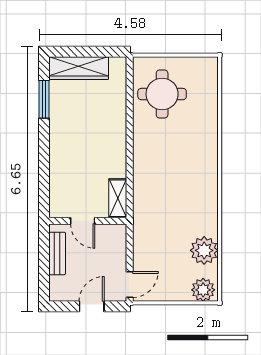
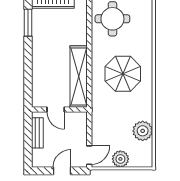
parasol: (177, 171) -> (123, 74), added
shelving: (118, 198) -> (79, 77), width x2.20, depth x1.33
plant: (203, 290) -> (120, 159), moved

